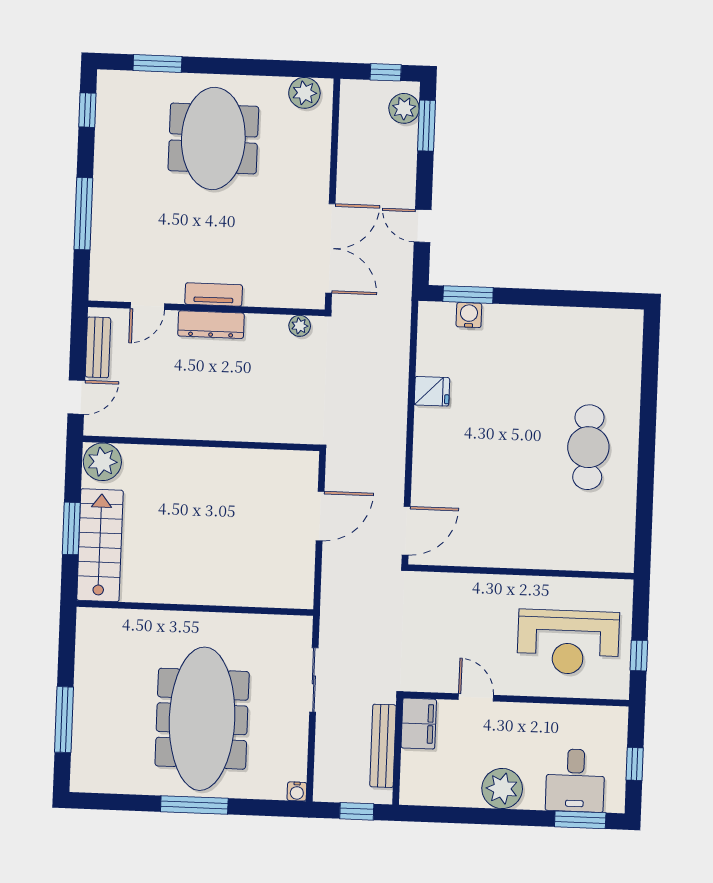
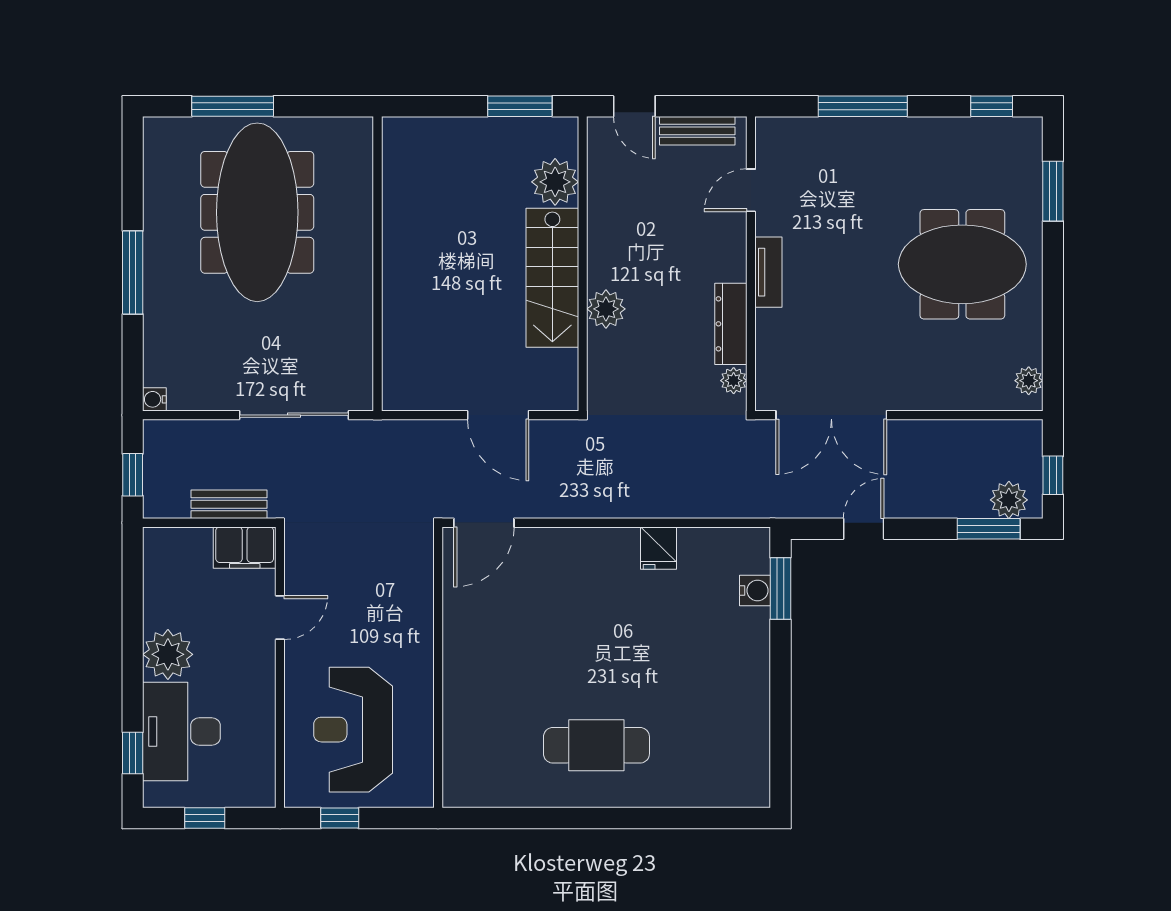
plant: (304, 93) -> (1029, 381), width x0.73, depth x0.73
door: (147, 306) -> (751, 190), hinge flipped
dresser: (211, 325) -> (731, 324), moved
plant: (238, 426) -> (606, 309), added
plant: (102, 462) -> (555, 182), moved
window: (71, 528) -> (520, 106), moved
door: (406, 531) -> (484, 523), hinge flipped
stairs: (100, 545) -> (552, 278), moved, turned 90
sliding door: (314, 680) -> (294, 415), width x1.37
meeting table: (202, 719) -> (257, 212), moved, turned 90
bench: (383, 746) -> (229, 504), width x0.73
desk: (575, 780) -> (181, 732), width x1.37
window: (580, 820) -> (133, 753), width x0.67

